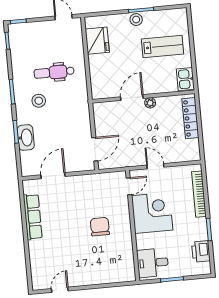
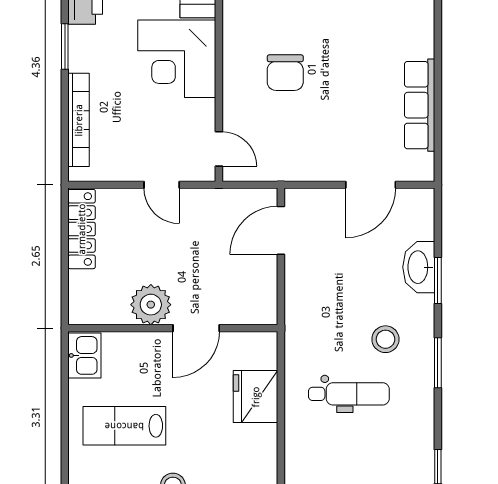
fridge: (97, 41) -> (256, 397), moved
plant: (150, 103) -> (151, 305), width x1.88, depth x1.88
locker: (190, 118) -> (82, 229), moved
door: (129, 186) -> (219, 149), swing flipped
corner desk: (152, 213) -> (177, 59), moved

